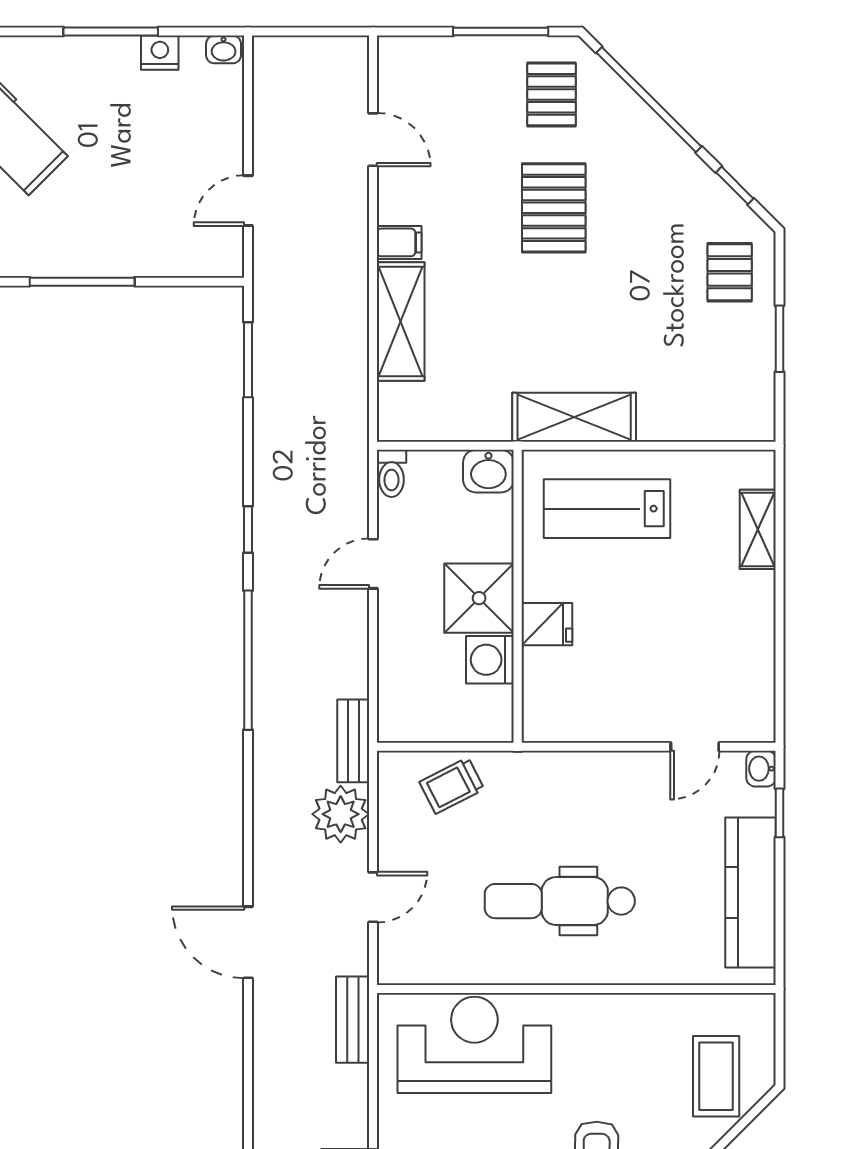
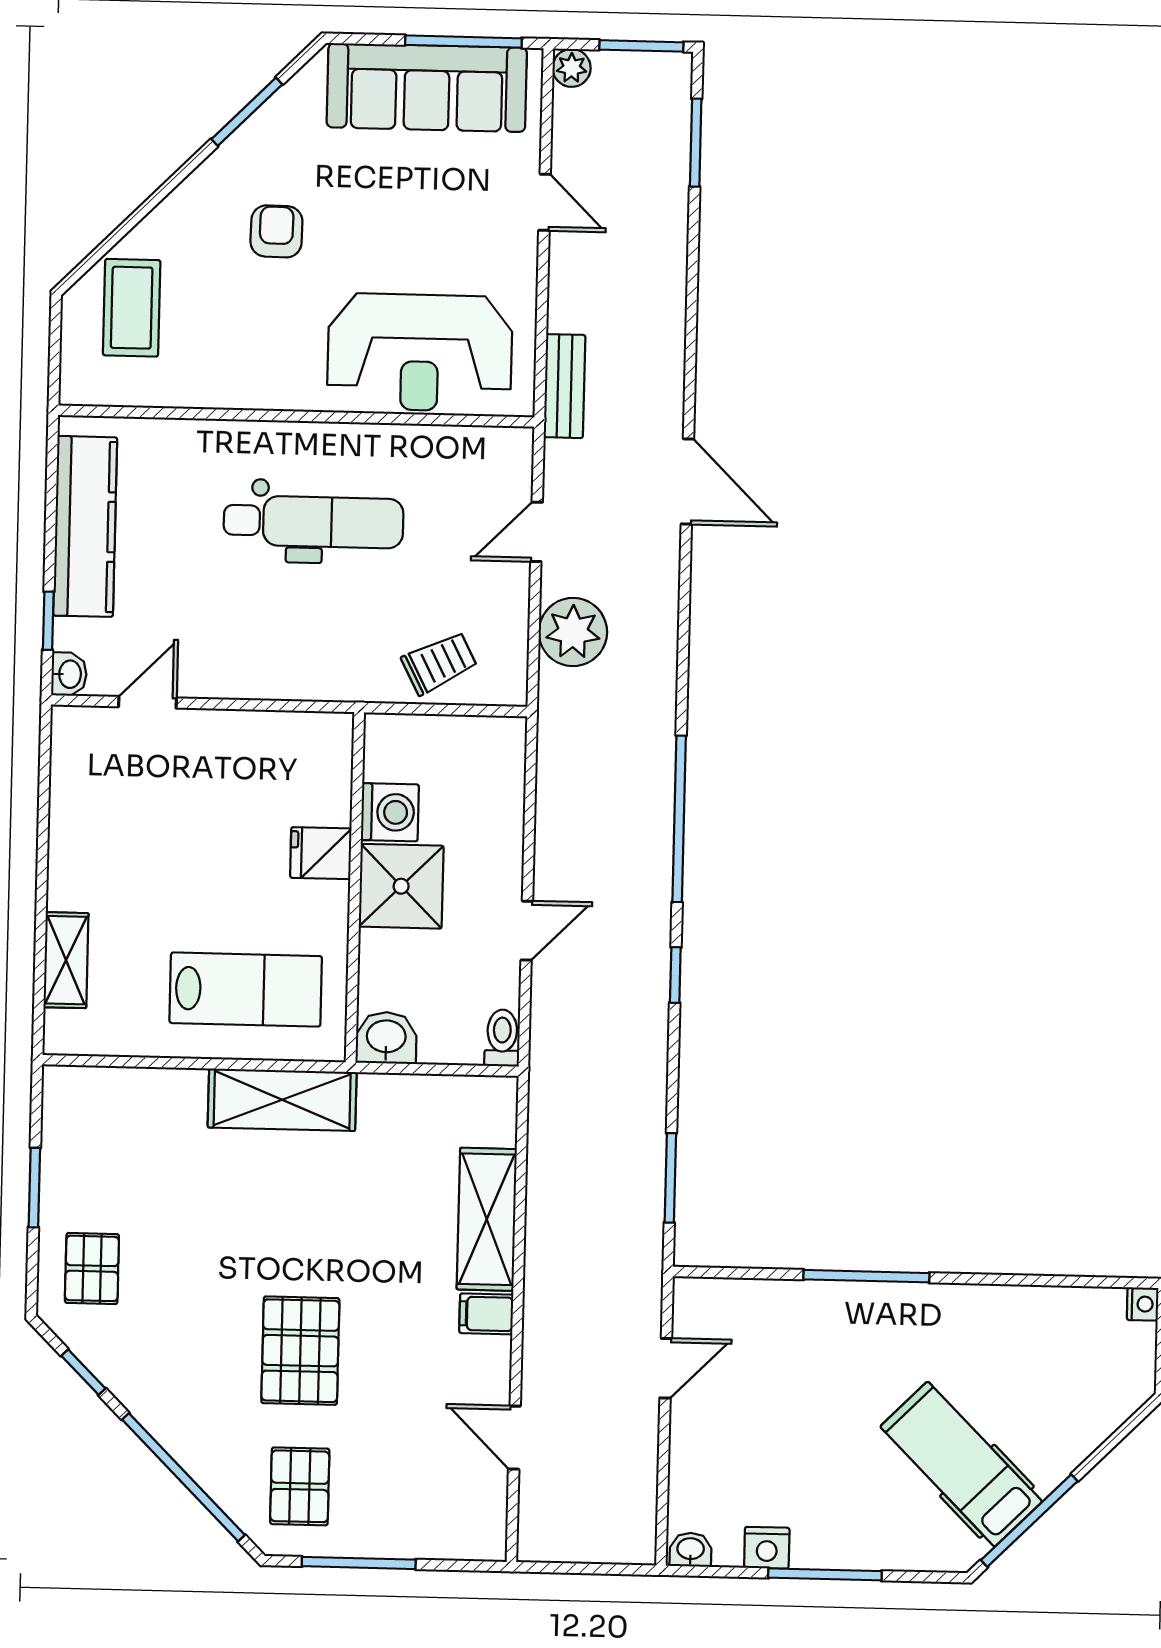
bench: (353, 741) -> (556, 719), removed

